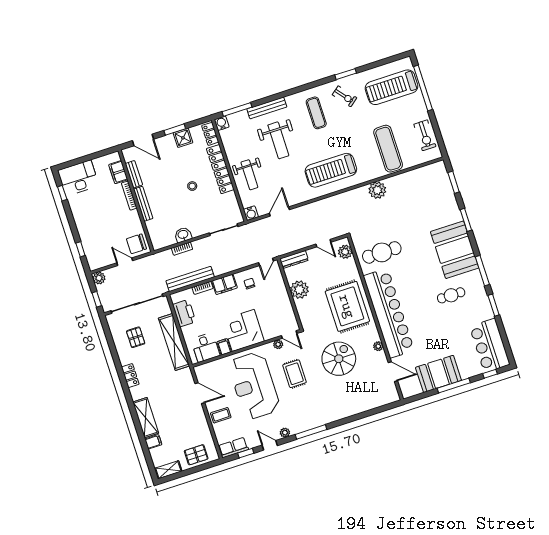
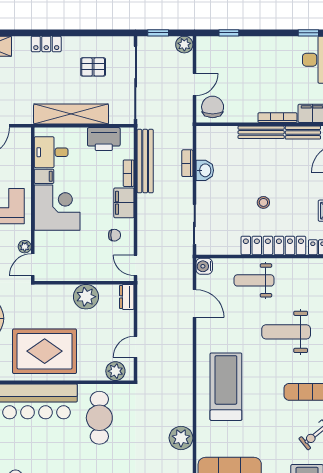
dresser: (294, 259) -> (127, 297), width x0.70

